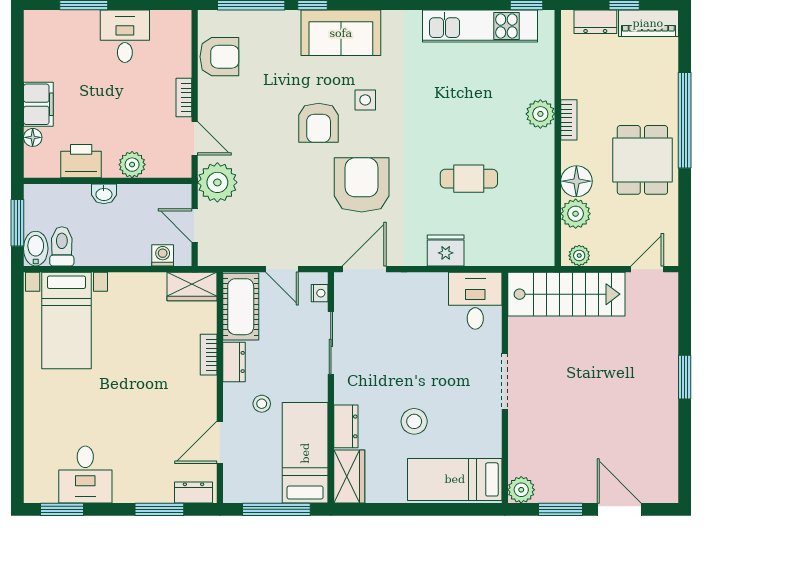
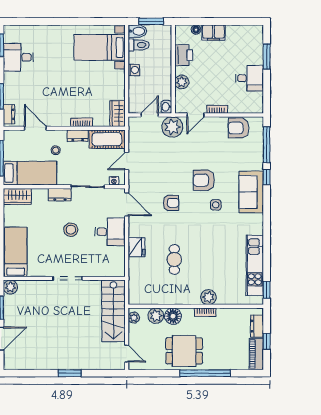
armchair: (219, 57) -> (239, 128), turned 90
armchair: (362, 185) -> (171, 203), width x0.53, depth x0.53
washbasin: (104, 194) -> (166, 107), moved
washing machine: (163, 255) -> (134, 70), moved
desk: (475, 301) -> (110, 232), moved
stool: (414, 421) -> (71, 230), moved
dresser: (346, 426) -> (60, 195), moved

